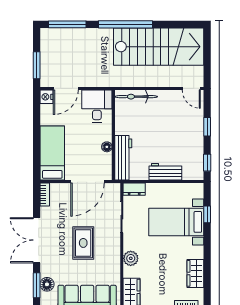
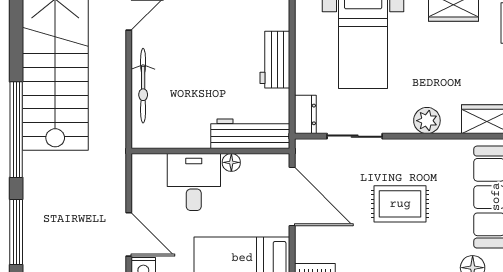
bicycle: (136, 97) -> (143, 86), moved
desk: (97, 106) -> (194, 182), moved, turned 90

